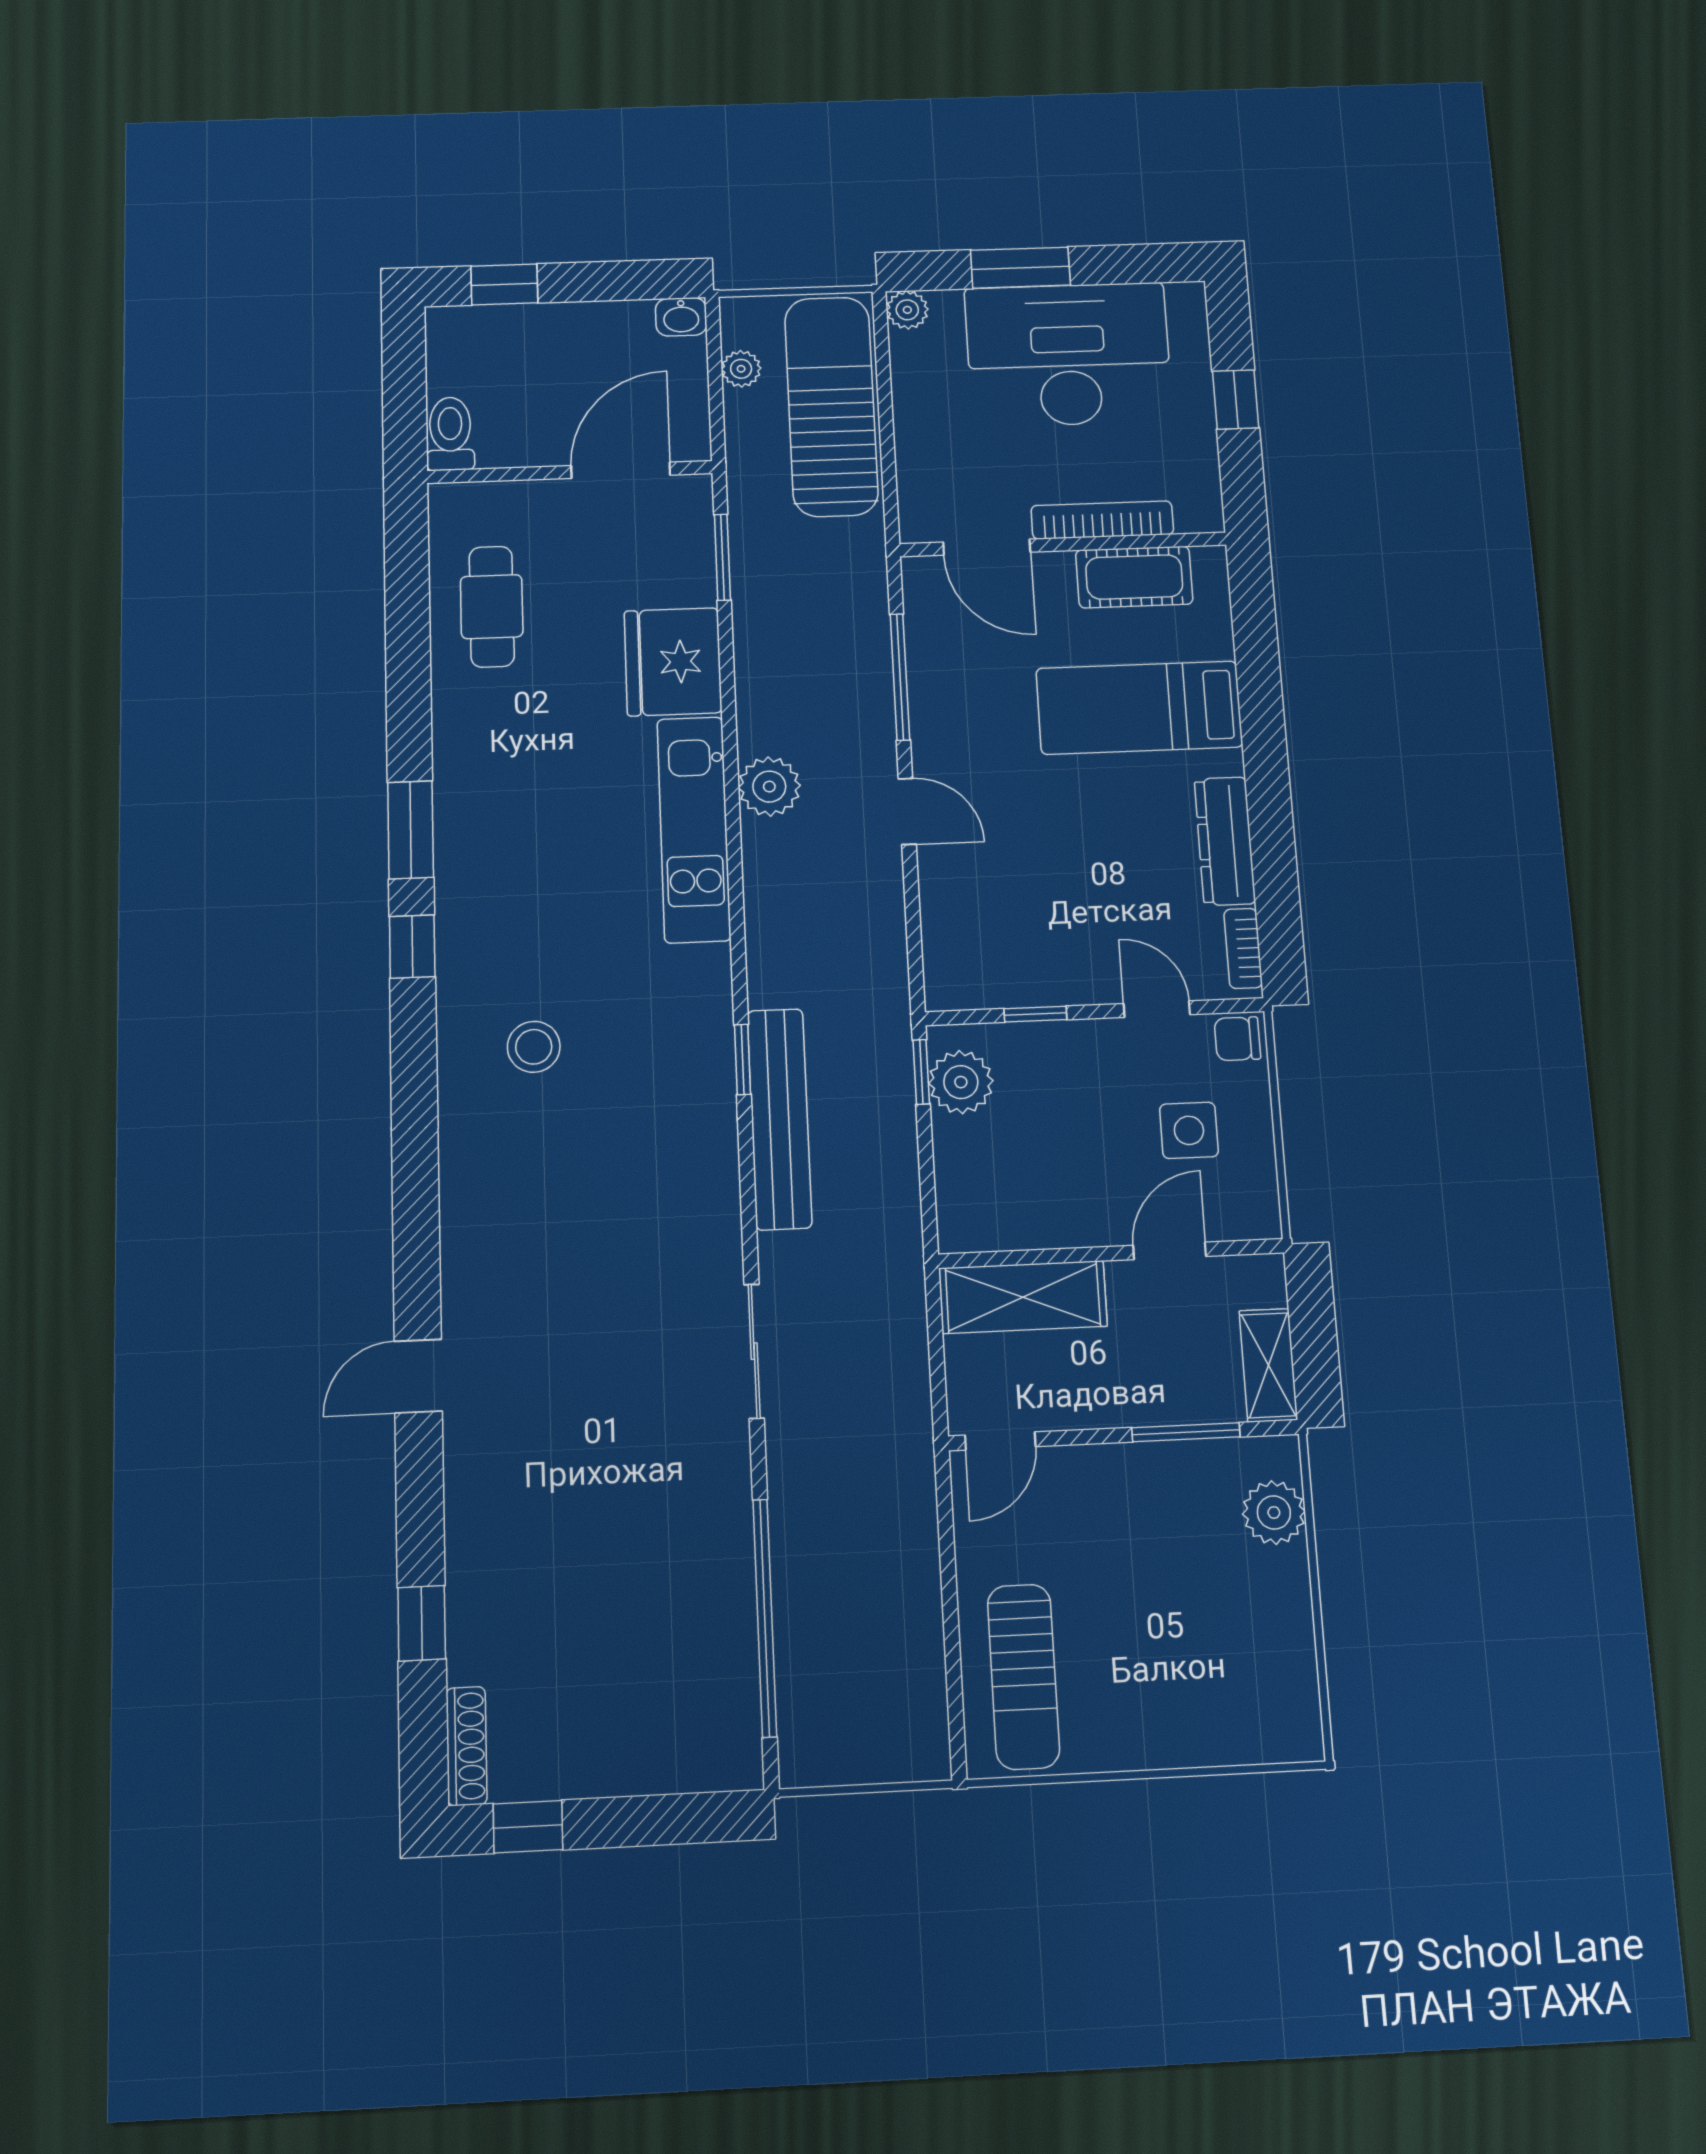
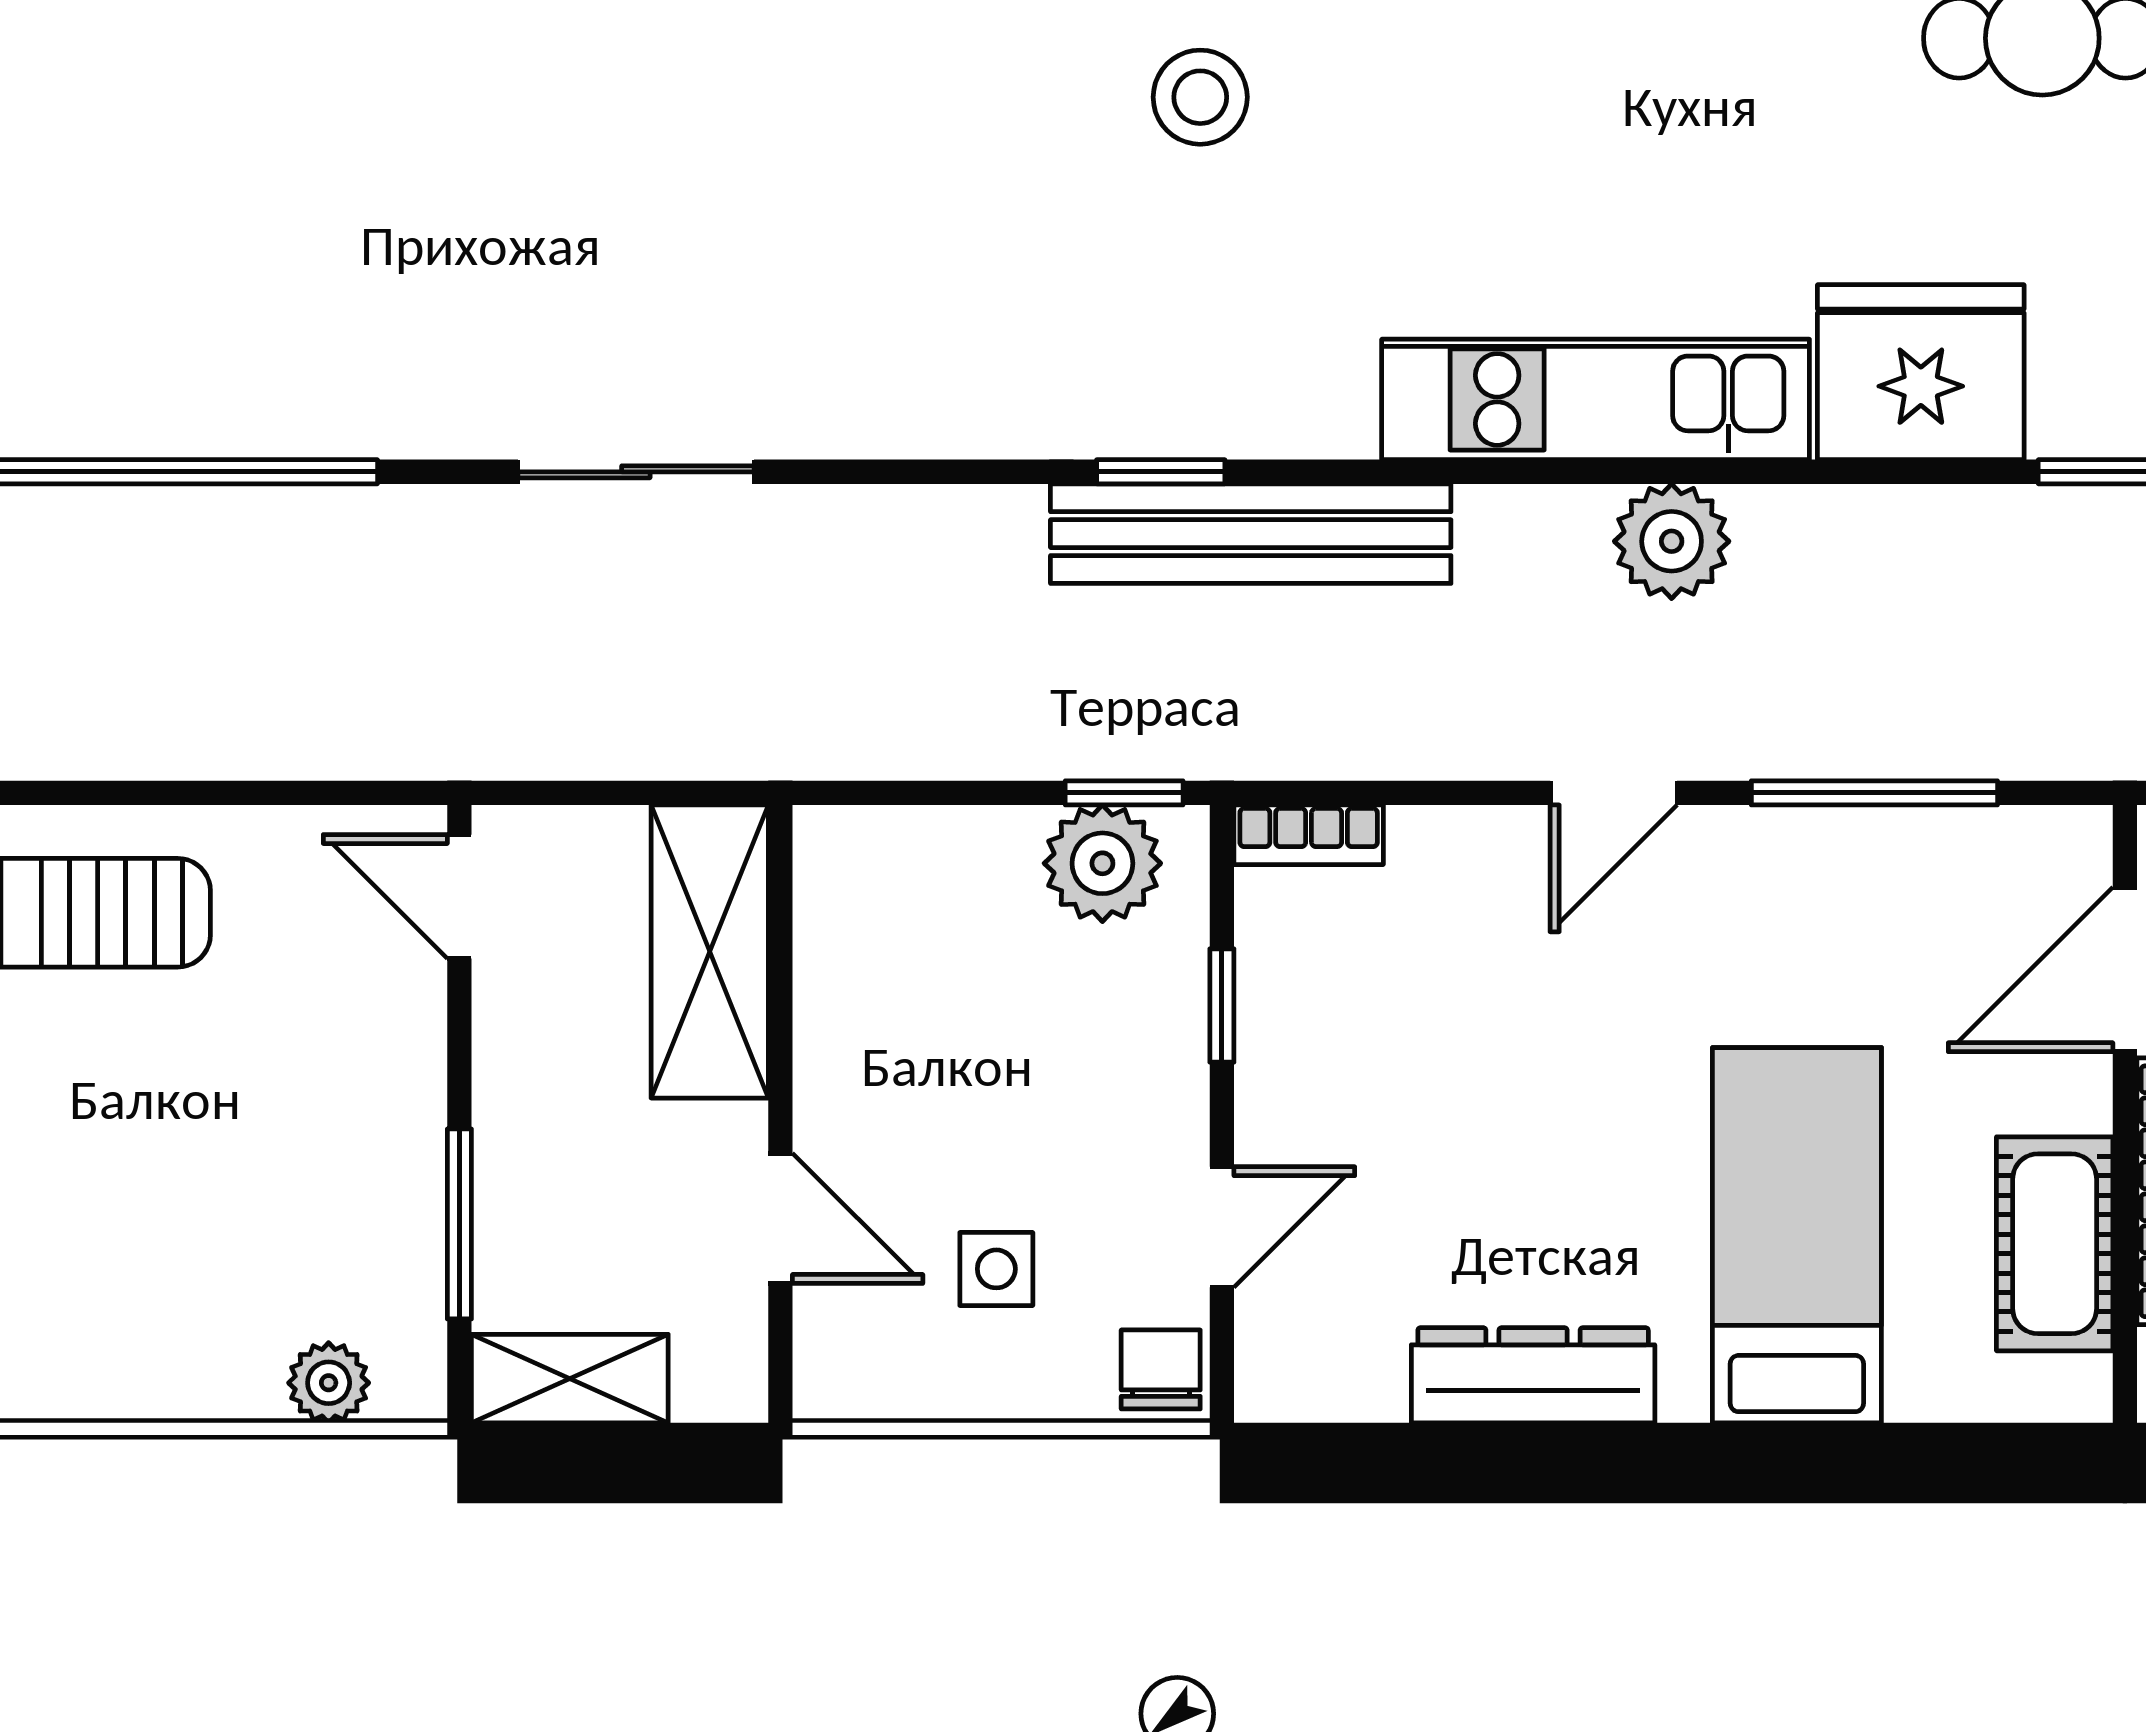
bookcase: (1243, 948) -> (1309, 835), moved, turned 180
bench: (779, 1119) -> (1251, 534), moved
side table: (1189, 1130) -> (996, 1269), width x0.73, depth x0.73
plant: (1274, 1513) -> (329, 1383), width x0.73, depth x0.73

